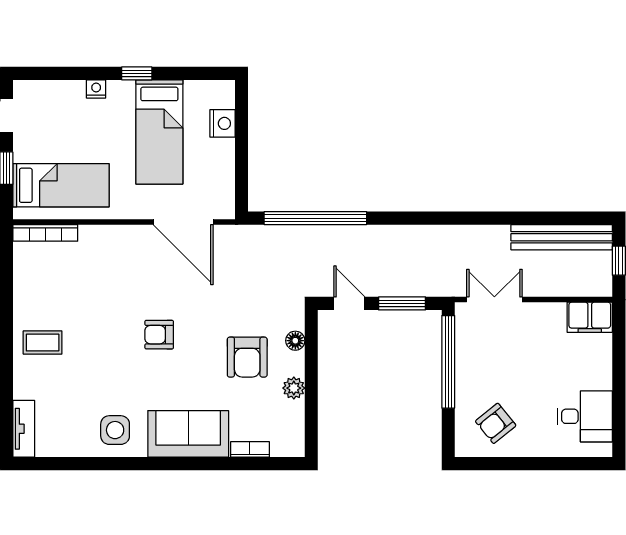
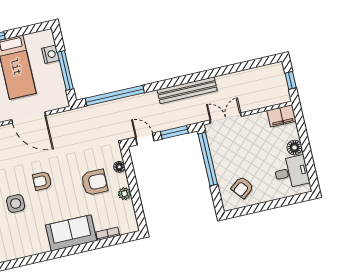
window: (241, 157) -> (65, 70), added
door: (183, 222) -> (29, 118), moved
bench: (562, 237) -> (187, 90), moved
armchair: (247, 357) -> (94, 182), turned -90
floor lamp: (600, 376) -> (294, 147), added
side table: (115, 430) -> (16, 203), moved

